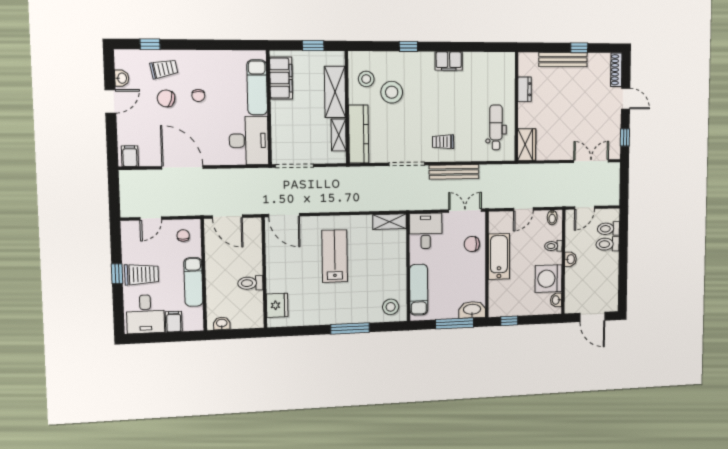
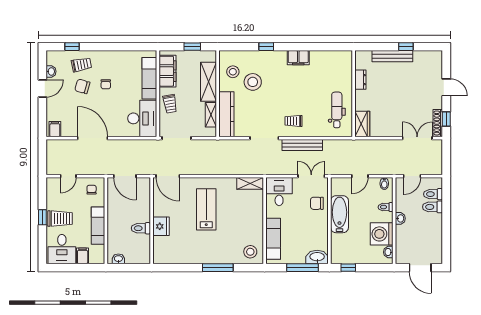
shoe rack: (616, 70) -> (438, 123), moved
trolley: (285, 121) -> (170, 104), added
fridge: (277, 305) -> (161, 226), moved

